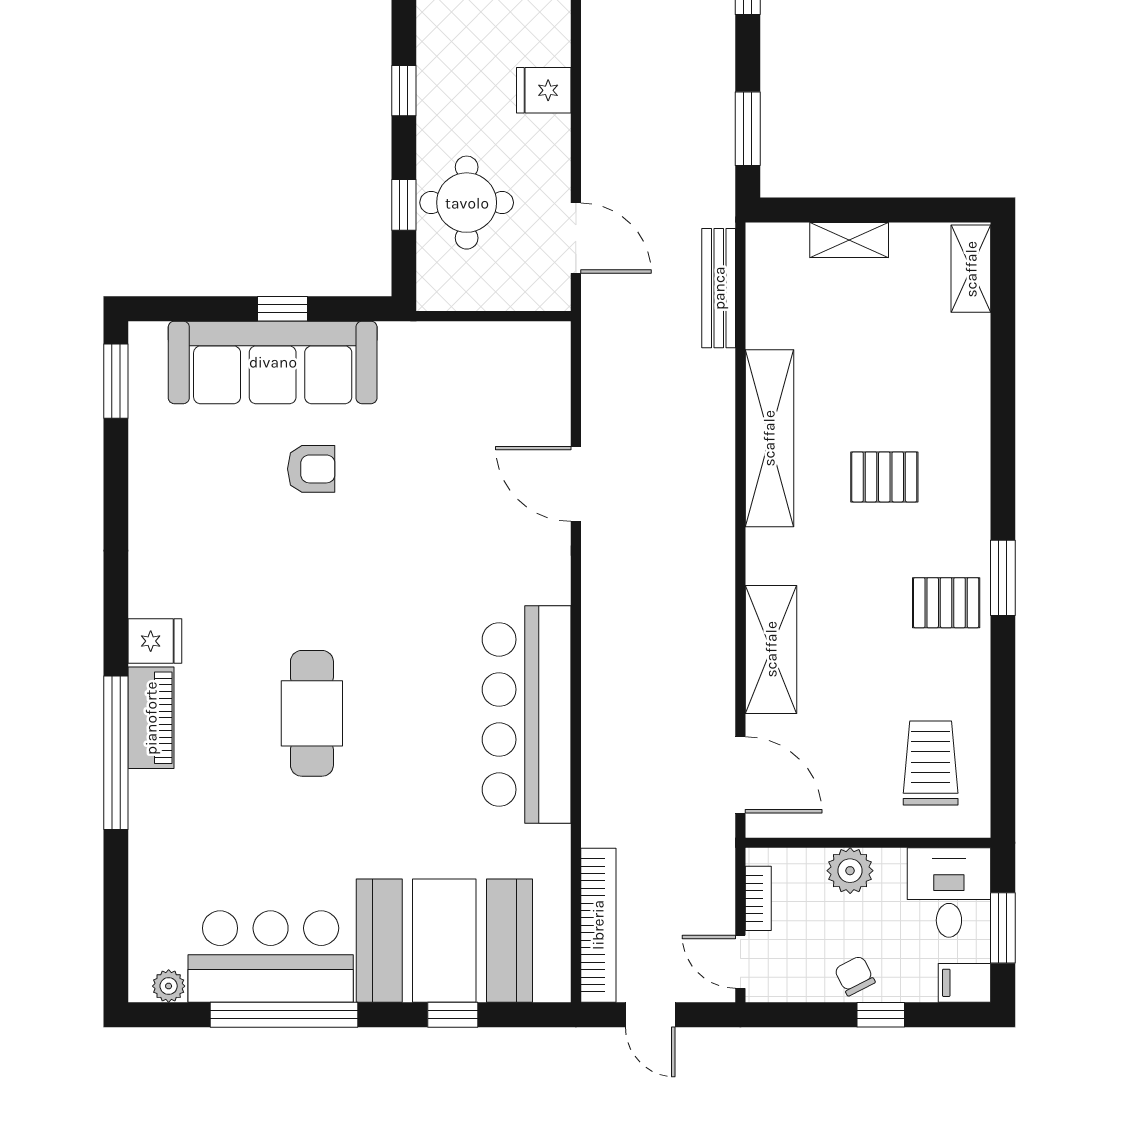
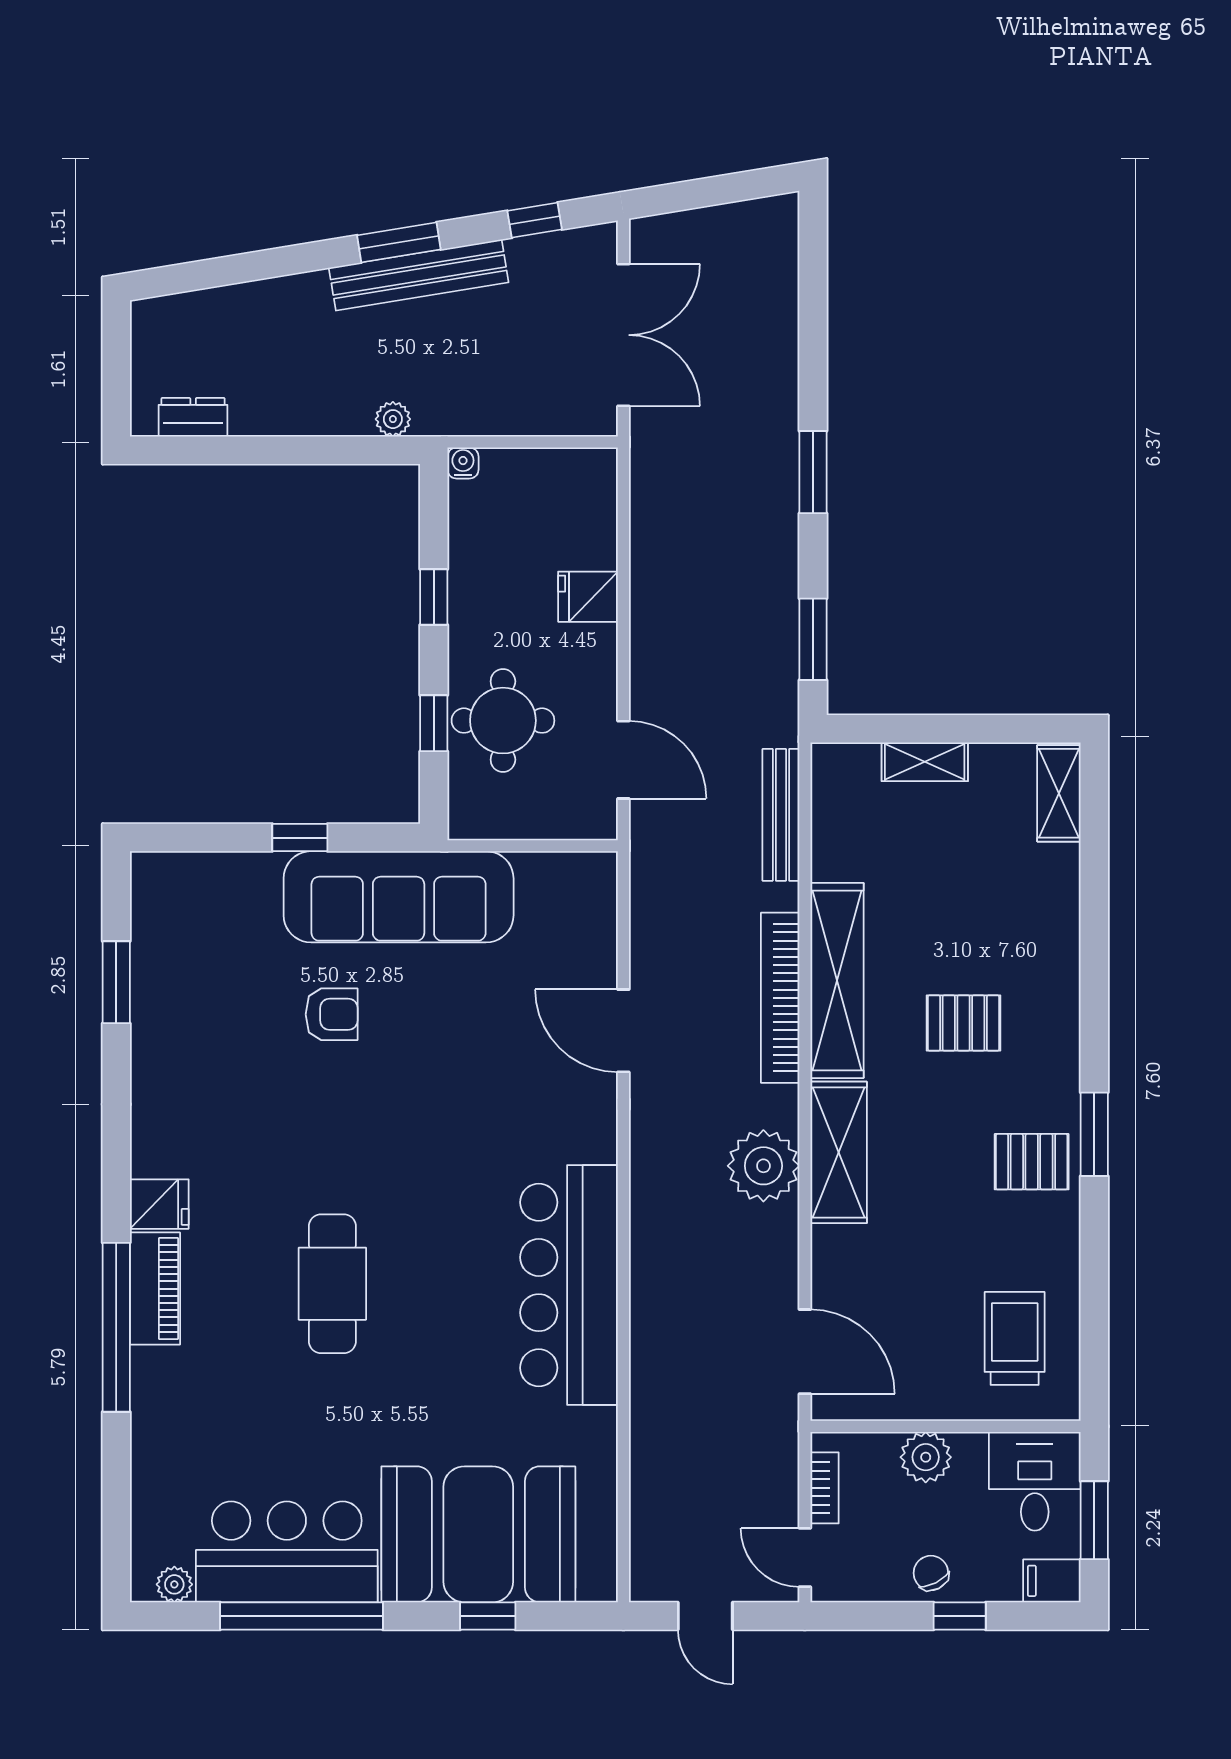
sofa: (273, 362) -> (399, 897), moved
window: (116, 381) -> (116, 982), moved
plant: (703, 606) -> (763, 1166), added
shelving: (771, 649) -> (839, 1152), moved
bookcase: (598, 925) -> (780, 998), moved, turned 180

